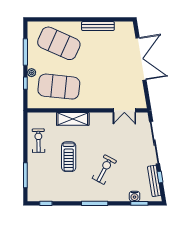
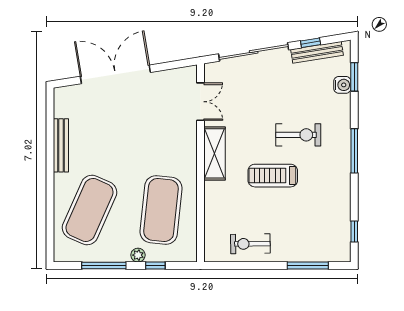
shelving: (73, 119) -> (214, 153), moved
treadmill: (69, 157) -> (273, 176), moved, turned 180
exercise bike: (104, 170) -> (298, 135), turned 152

